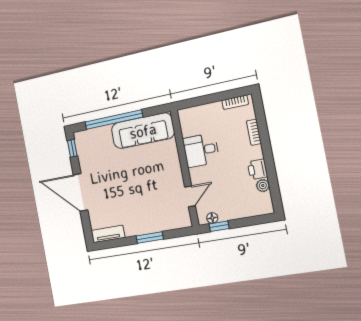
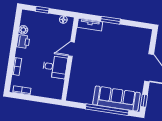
sofa: (143, 131) -> (116, 99), moved
door: (190, 196) -> (71, 49), moved
window: (219, 226) -> (42, 10), moved
tv unit: (108, 234) -> (90, 25), moved

